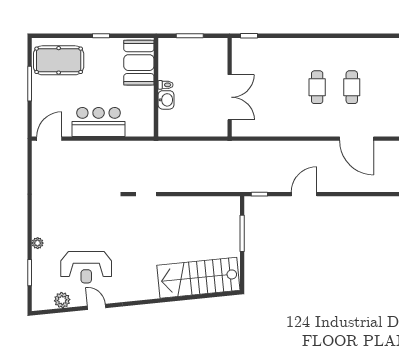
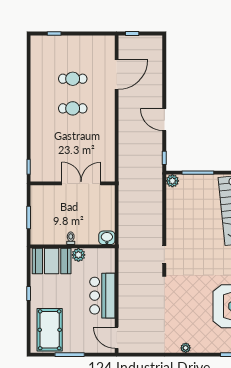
plant: (146, 94) -> (78, 255), added
washbasin: (166, 100) -> (107, 238), moved
plant: (233, 204) -> (172, 181), added
plant: (38, 243) -> (186, 348), moved

